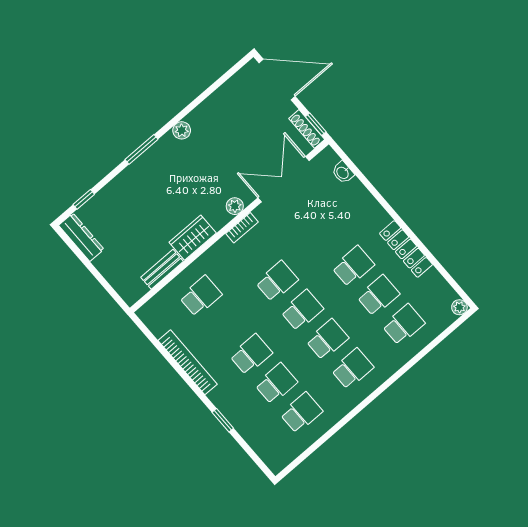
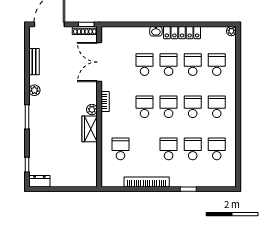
washbasin: (343, 173) -> (156, 31), moved
plant: (235, 206) -> (92, 109), moved
dresser: (81, 237) -> (39, 181), width x0.70
school desk: (328, 237) -> (145, 65), added
bench: (162, 269) -> (34, 62), moved

